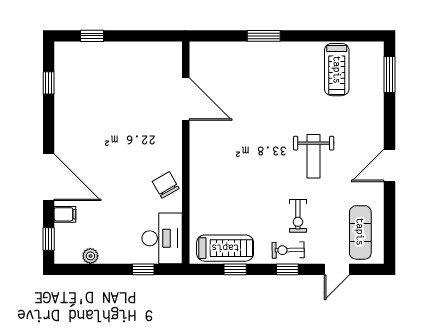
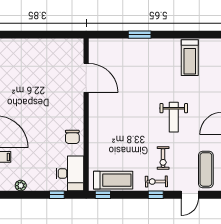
window: (92, 36) -> (22, 35), removed
chair: (166, 185) -> (72, 137), turned -150
window: (235, 269) -> (103, 195), moved

